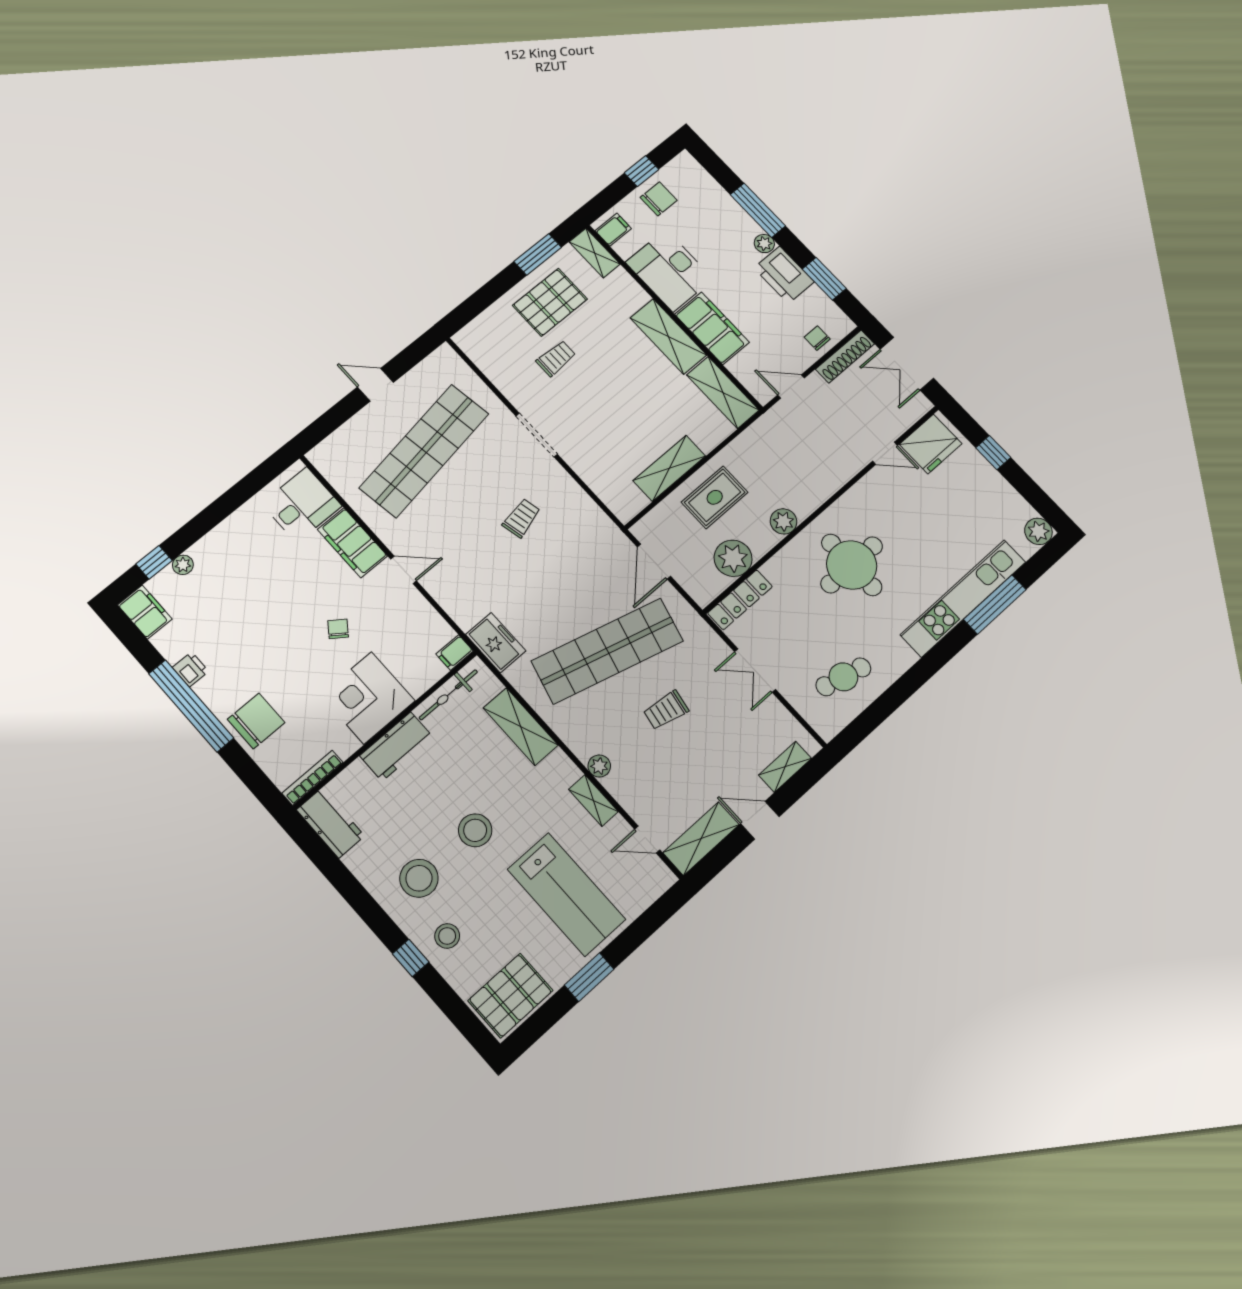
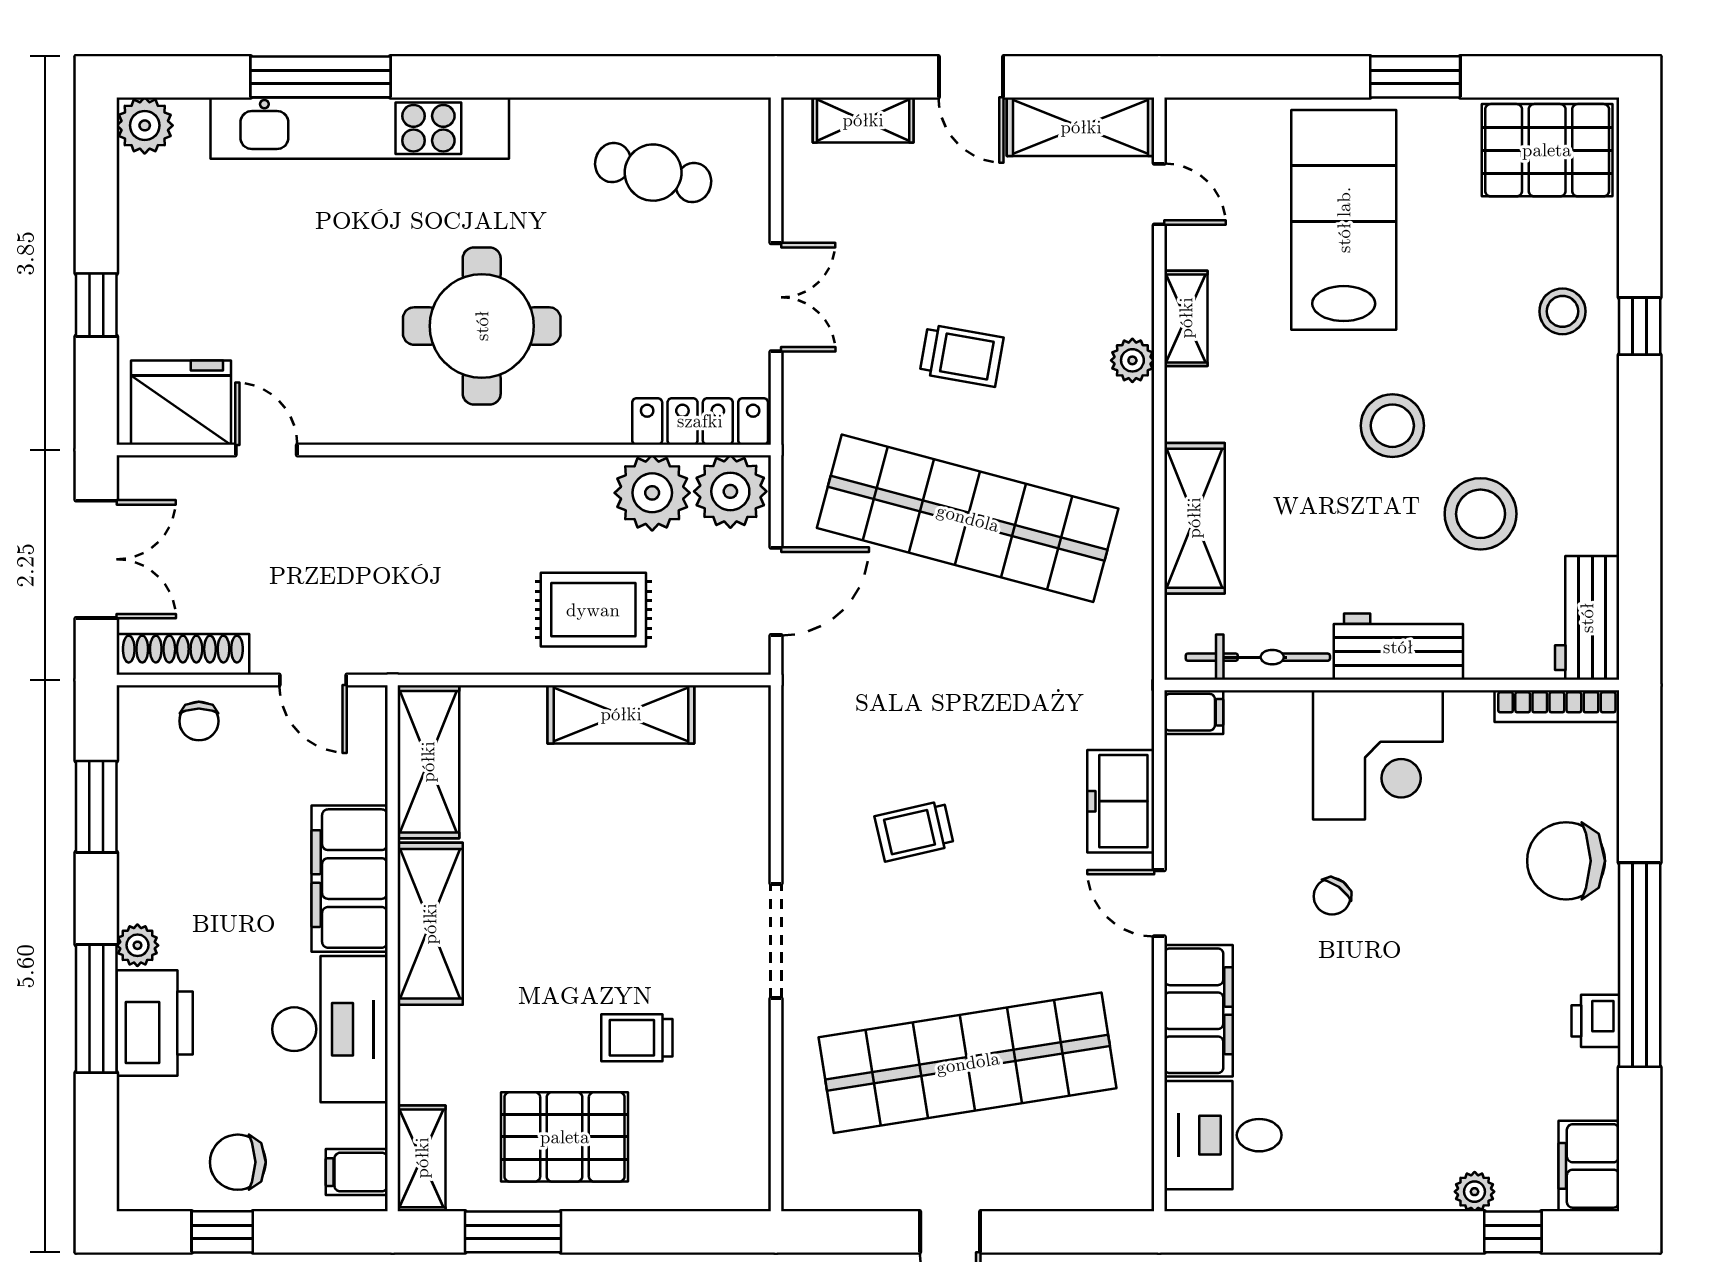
printer: (784, 275) -> (155, 1023), moved
plant: (784, 521) -> (730, 491), moved, width x1.36, depth x1.36
freezer: (496, 643) -> (1121, 801), moved
stool: (419, 878) -> (1481, 514), moved

